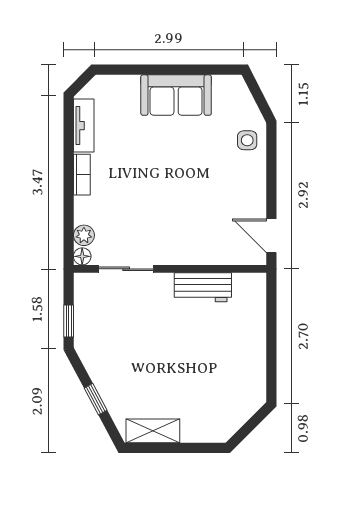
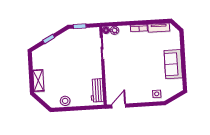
workbench: (203, 287) -> (97, 90), moved
stool: (251, 368) -> (65, 101), added
shelving: (153, 431) -> (38, 81), moved

